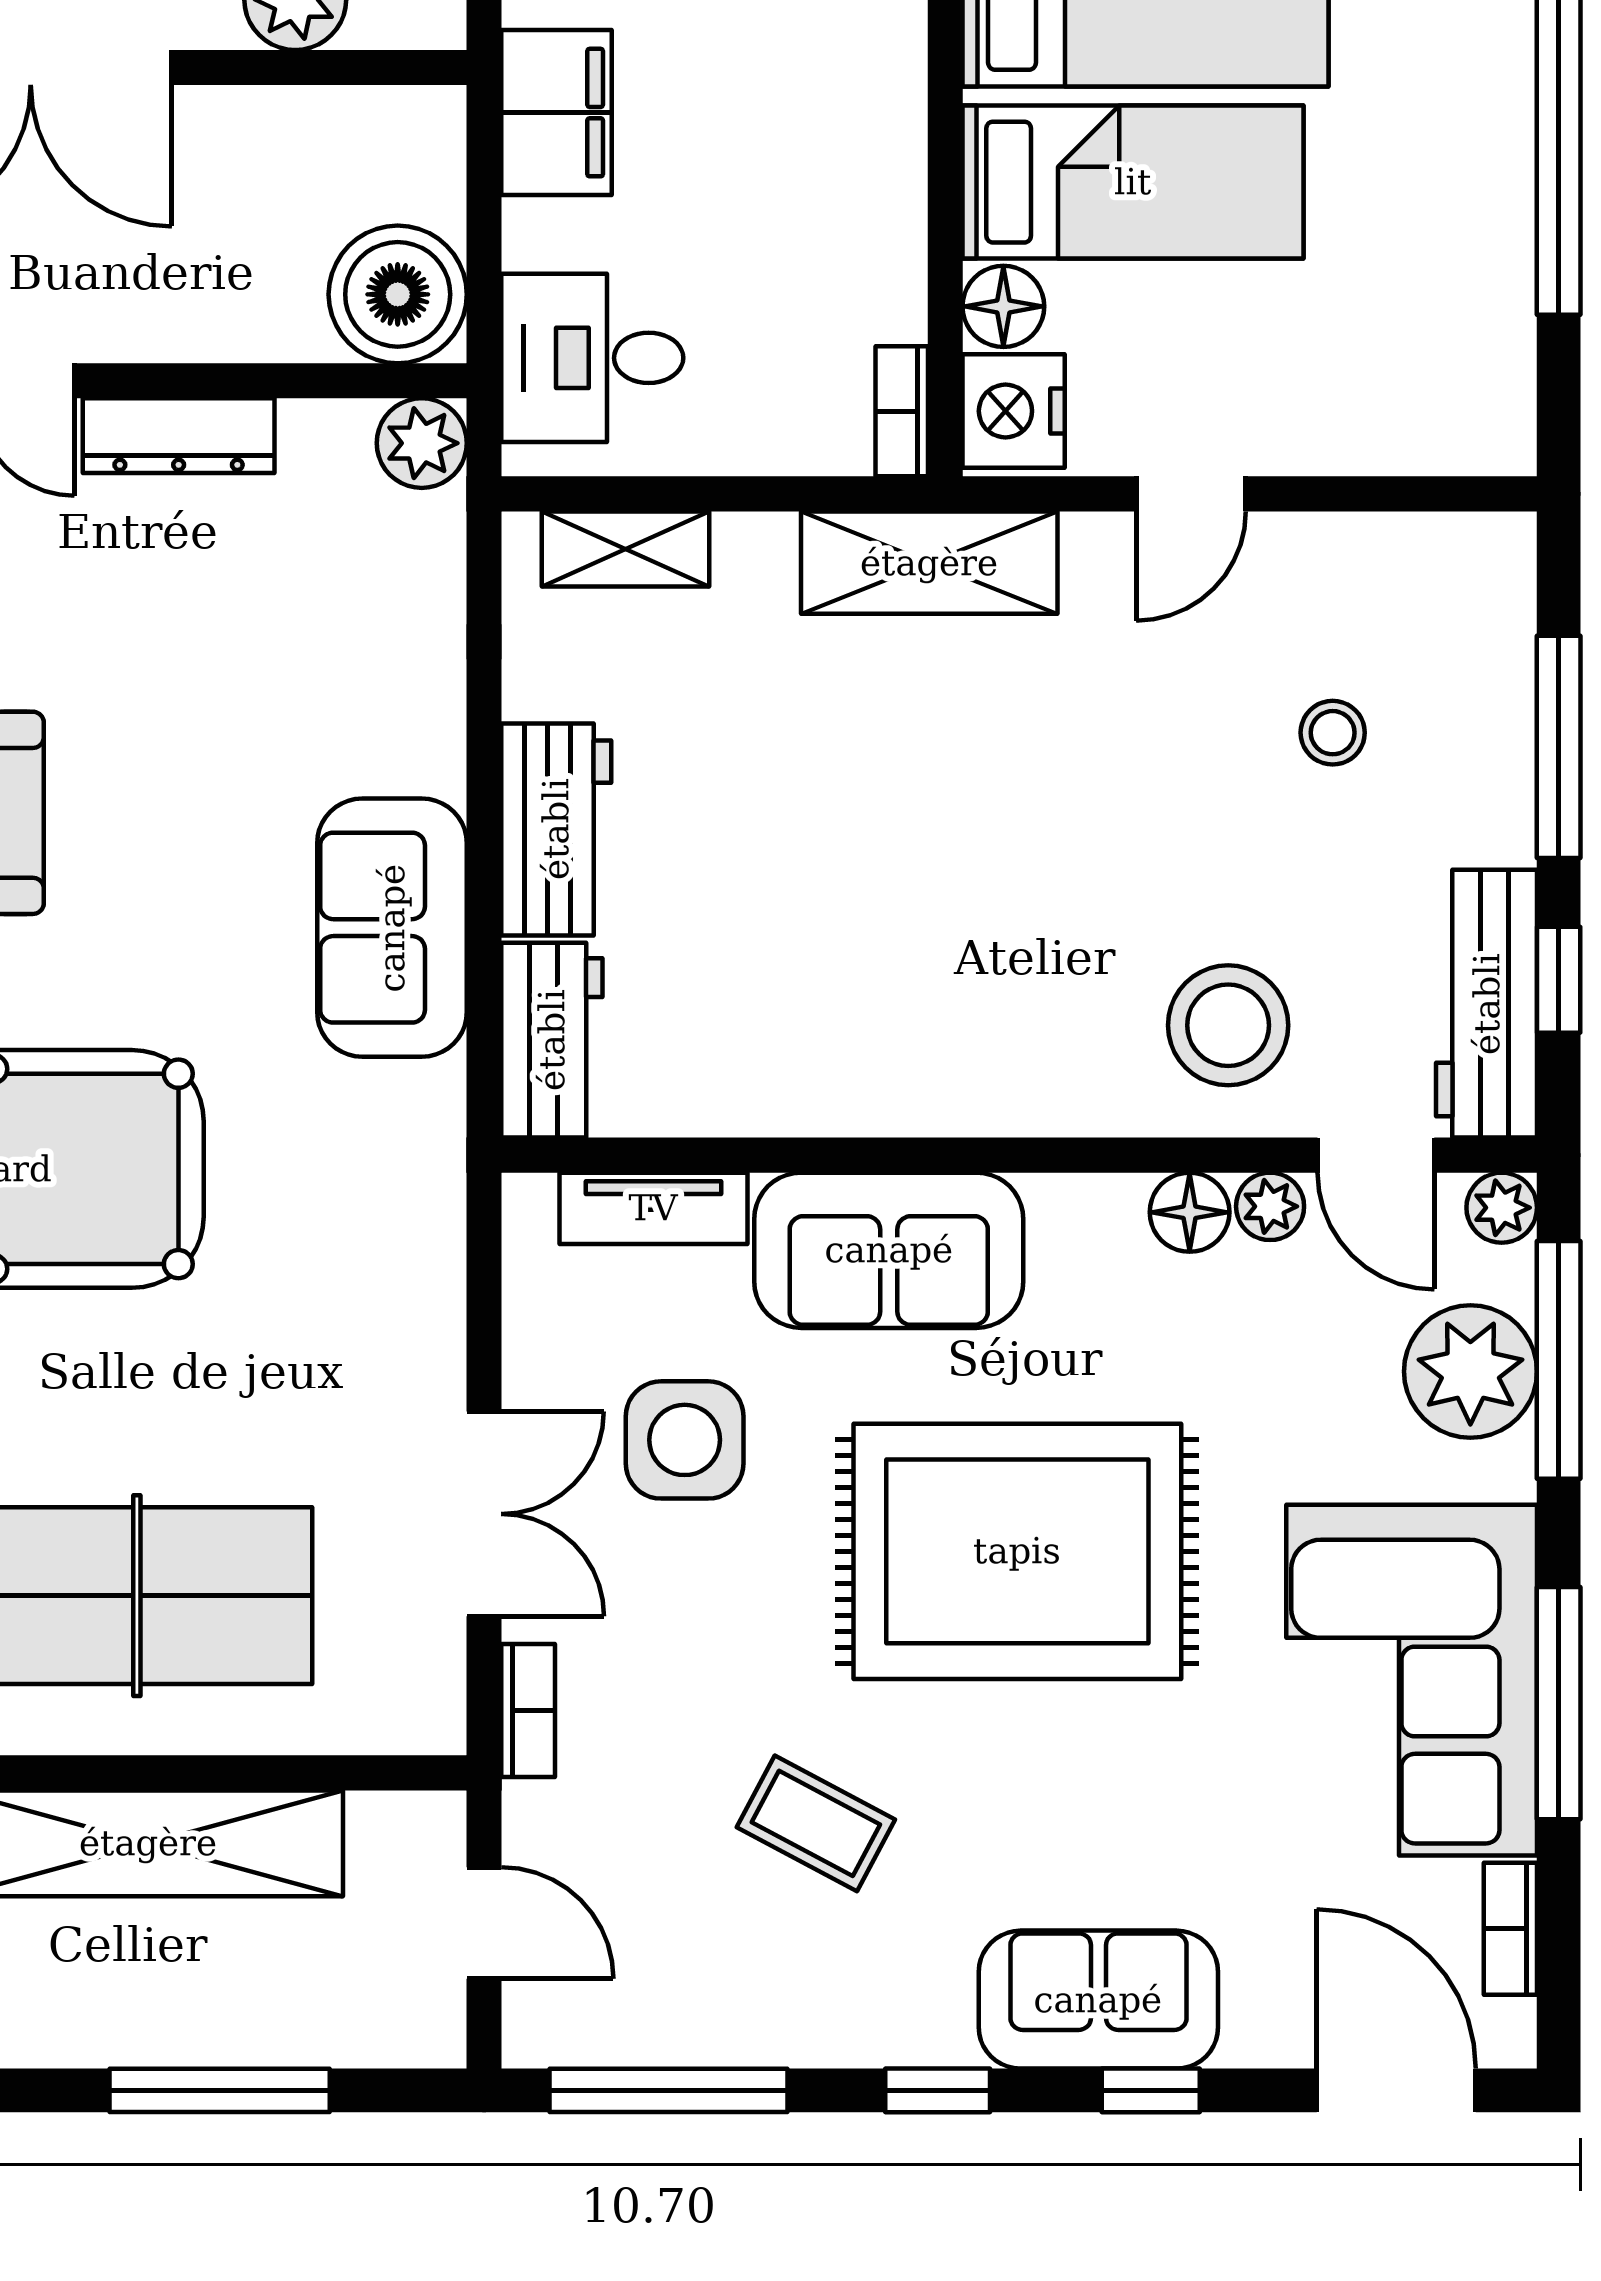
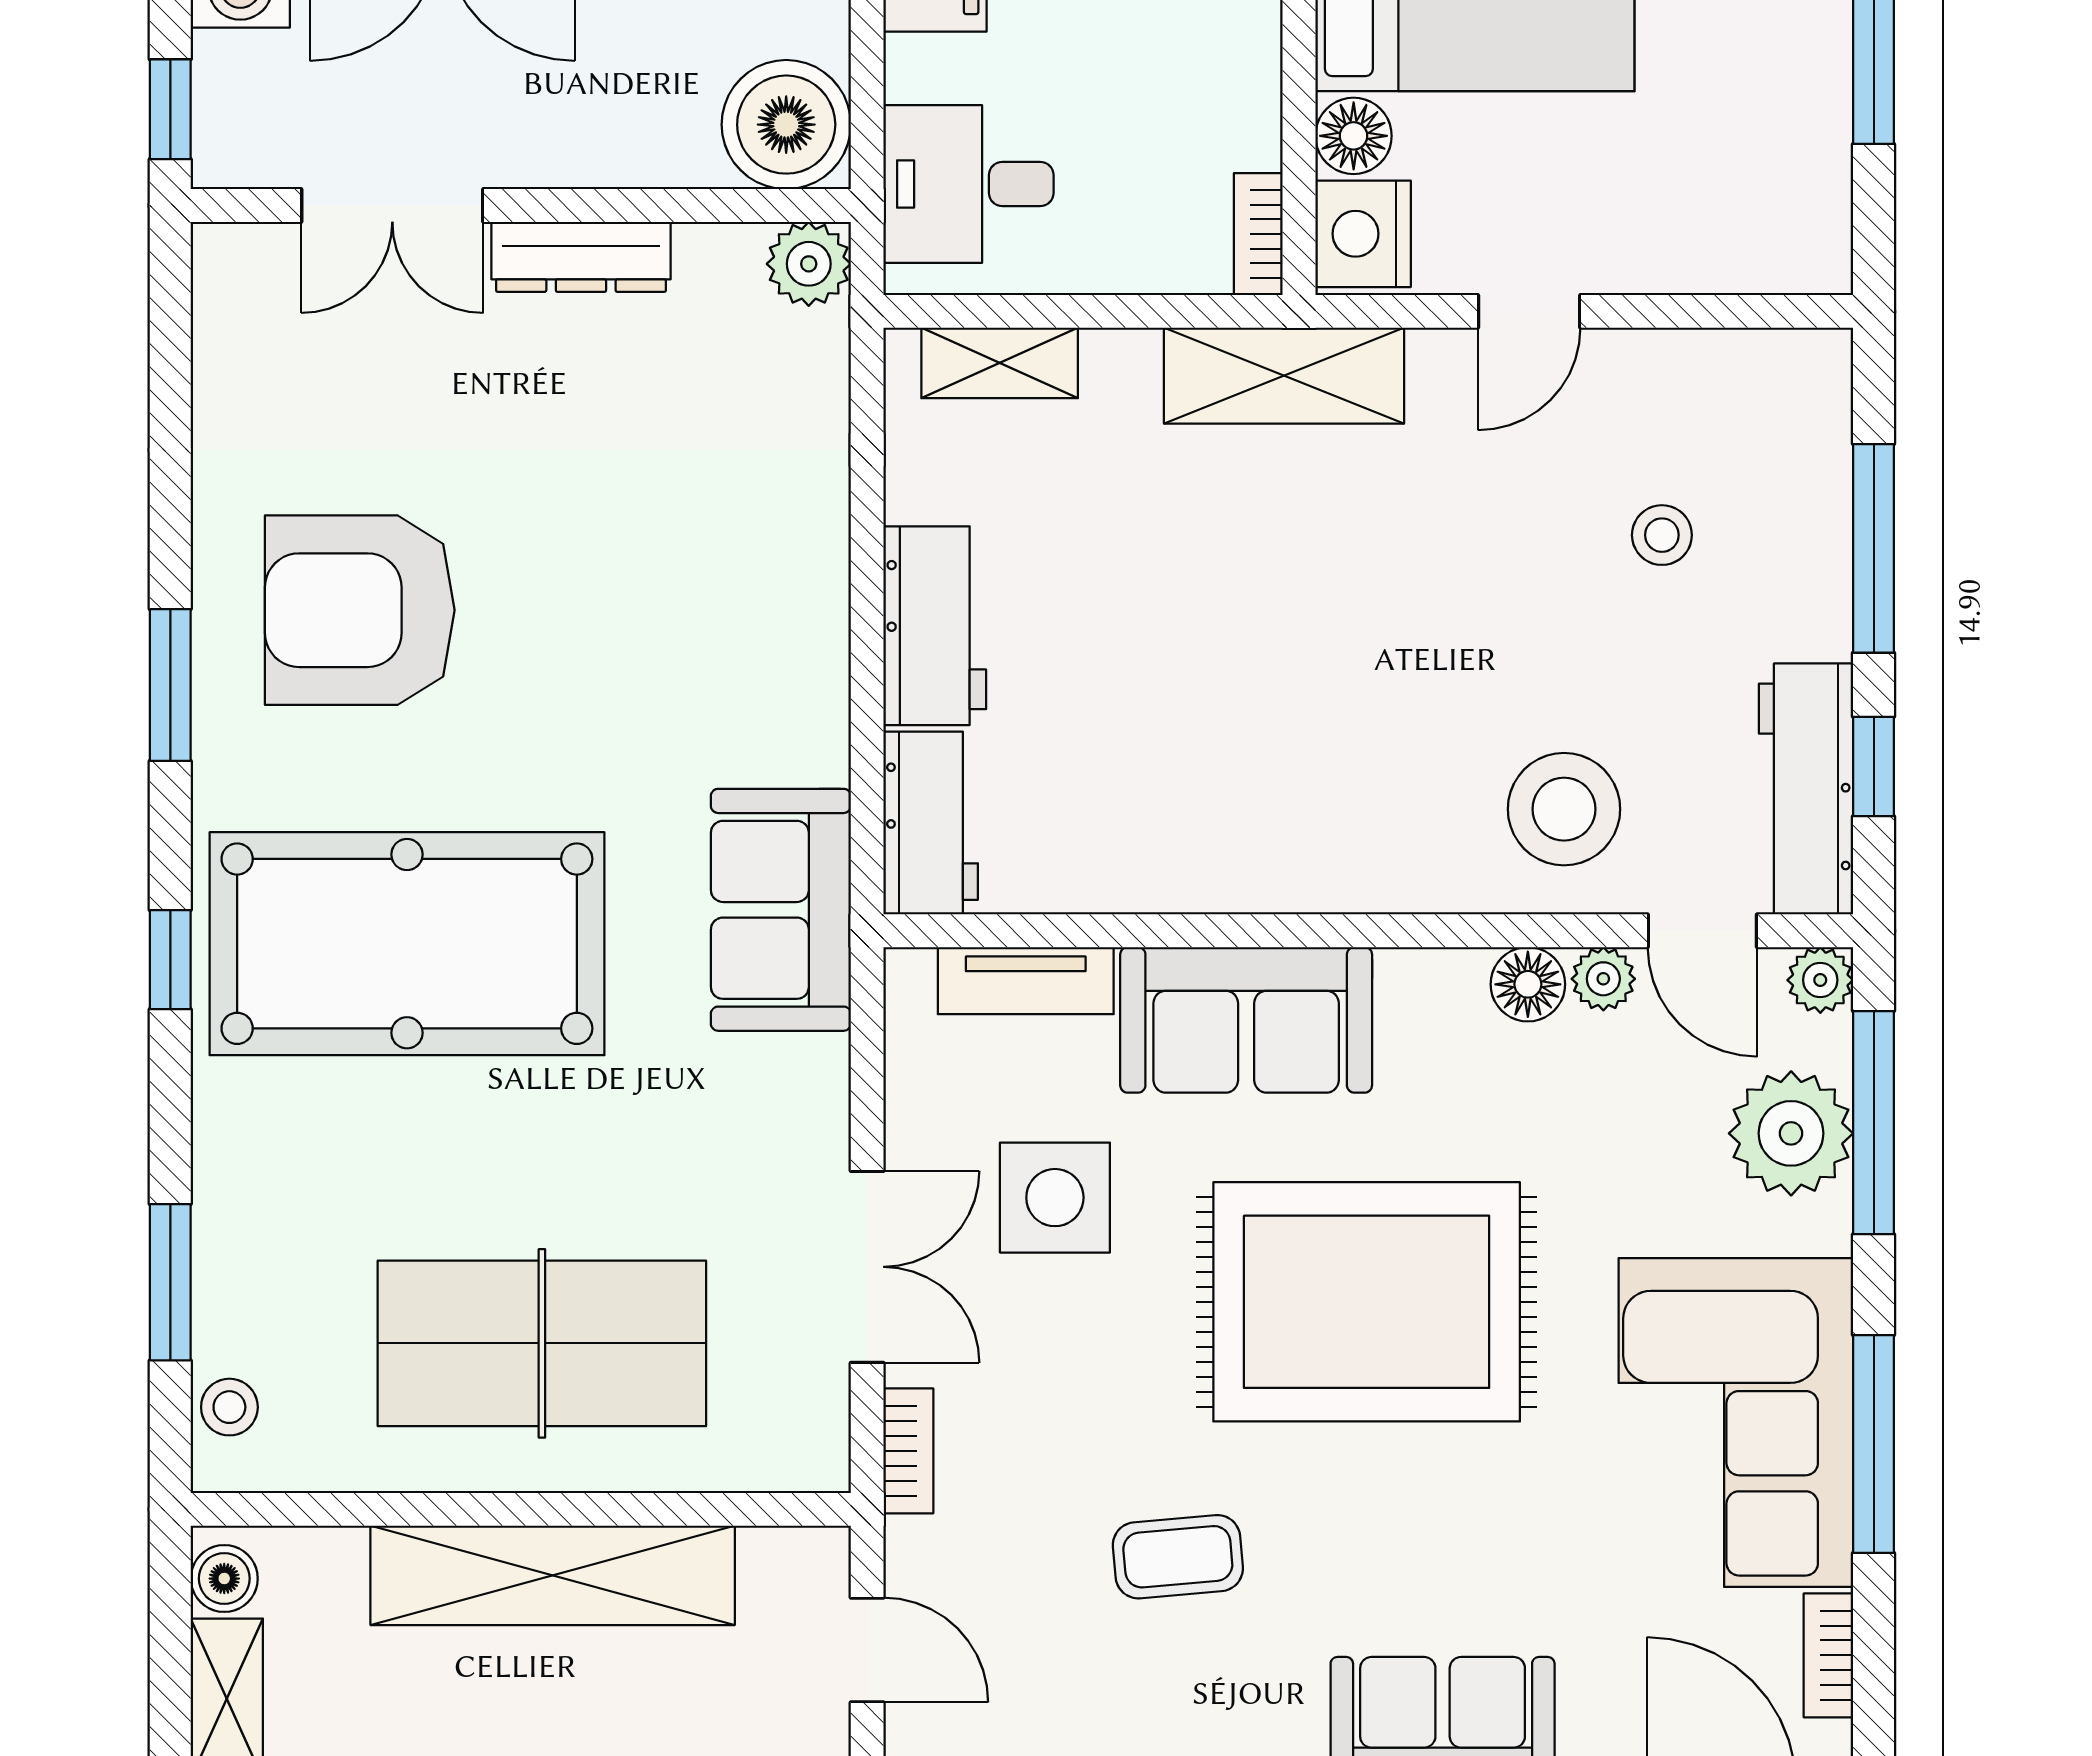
sofa: (392, 928) -> (781, 910), moved
coffee table: (816, 1823) -> (1178, 1557), turned -33

